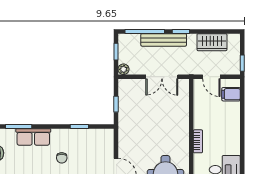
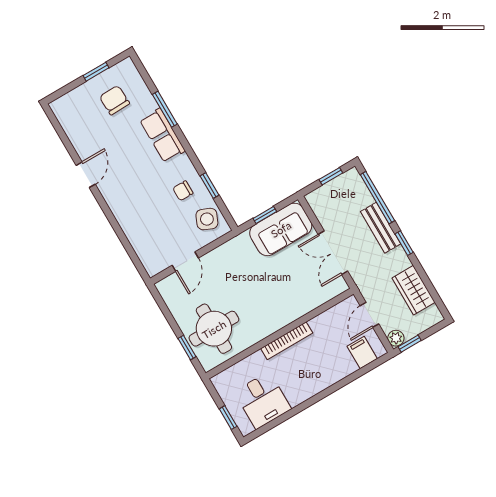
bench: (164, 40) -> (381, 228), width x0.73
plant: (123, 69) -> (396, 338), moved
sofa: (130, 100) -> (281, 229), added
side table: (98, 140) -> (207, 219), added
bookcase: (198, 141) -> (287, 341), width x1.56
chair: (62, 158) -> (183, 191), moved

